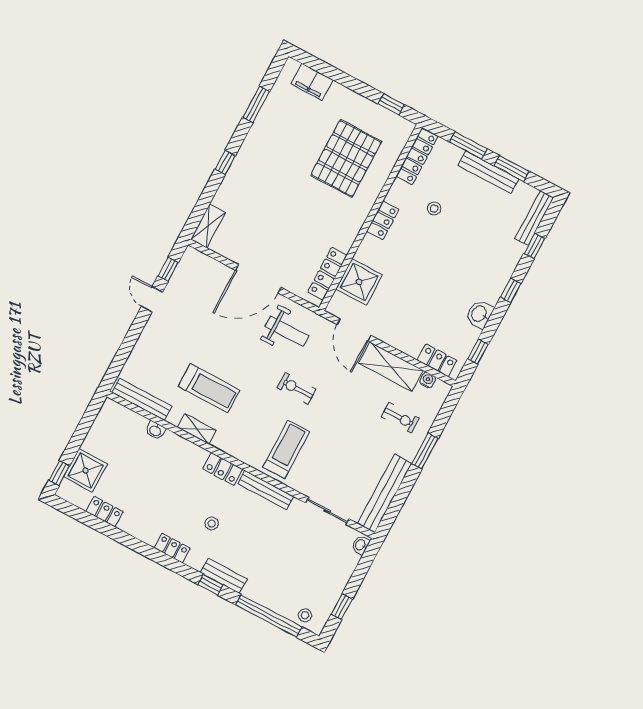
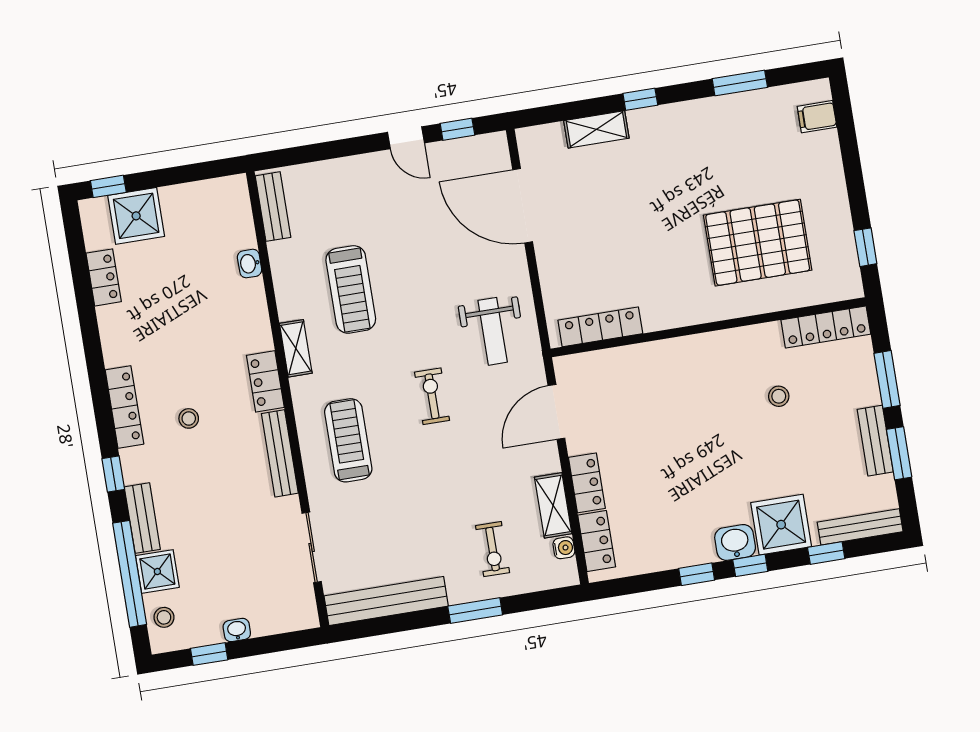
filing cabinet: (312, 82) -> (817, 117), width x0.50
bench: (488, 172) -> (875, 441), width x0.73
locker: (383, 220) -> (587, 483), moved, turned -90
shelving: (208, 226) -> (596, 129), moved
door: (258, 279) -> (523, 206), moved
shower: (359, 282) -> (781, 525), moved
door: (152, 299) -> (406, 138), swing flipped
washbasin: (480, 314) -> (735, 542), moved
window: (478, 352) -> (697, 574), moved
shelving: (391, 367) -> (553, 505), width x0.67, depth x0.75
bench: (142, 399) -> (273, 207), width x0.73
shelving: (197, 429) -> (296, 348), moved
treadmill: (286, 449) -> (348, 440), turned -90
washbasin: (361, 545) -> (237, 630), moved
locker: (172, 548) -> (124, 407), width x1.53
bench: (224, 576) -> (142, 518), moved
shower: (279, 600) -> (157, 571), added

